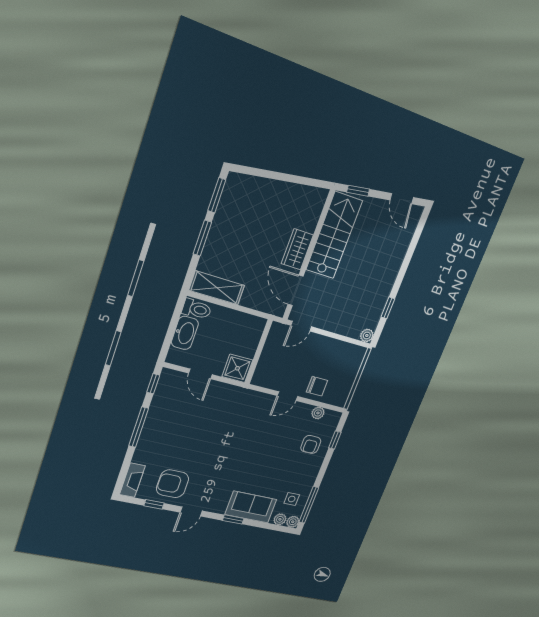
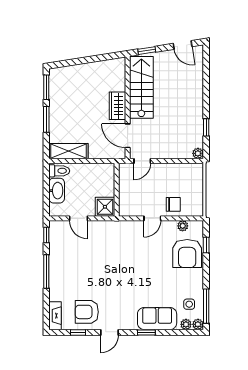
armchair: (311, 444) -> (187, 253), width x1.88, depth x1.88

